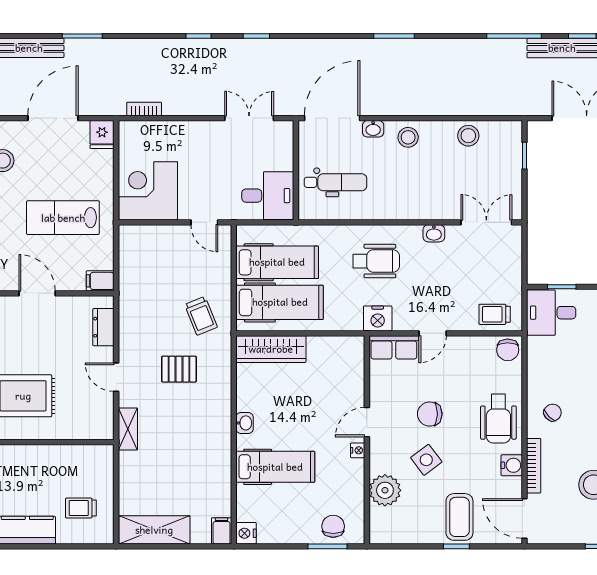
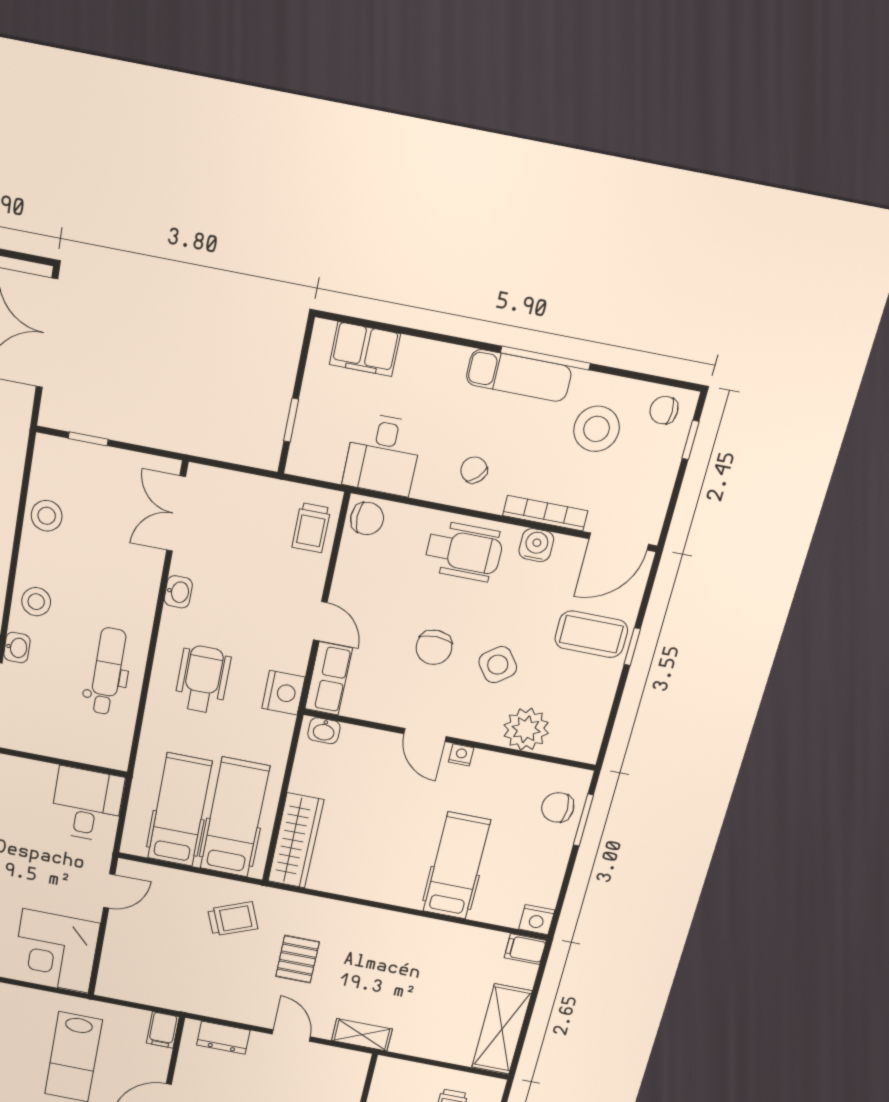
dental chair: (335, 182) -> (107, 671), moved
desk: (551, 313) -> (383, 454), moved
door: (116, 377) -> (291, 1035), swing flipped
washbasin: (245, 423) -> (324, 731), moved, turned 180

